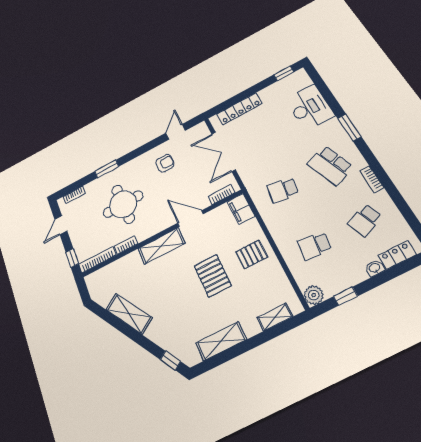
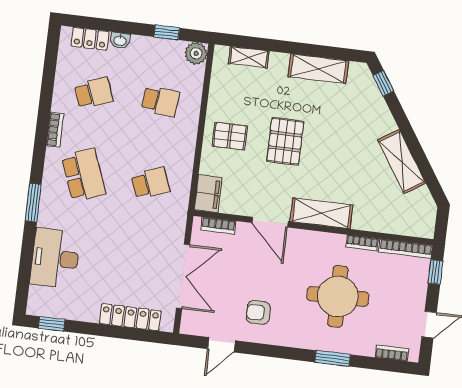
school desk: (283, 190) -> (150, 183), turned -30

